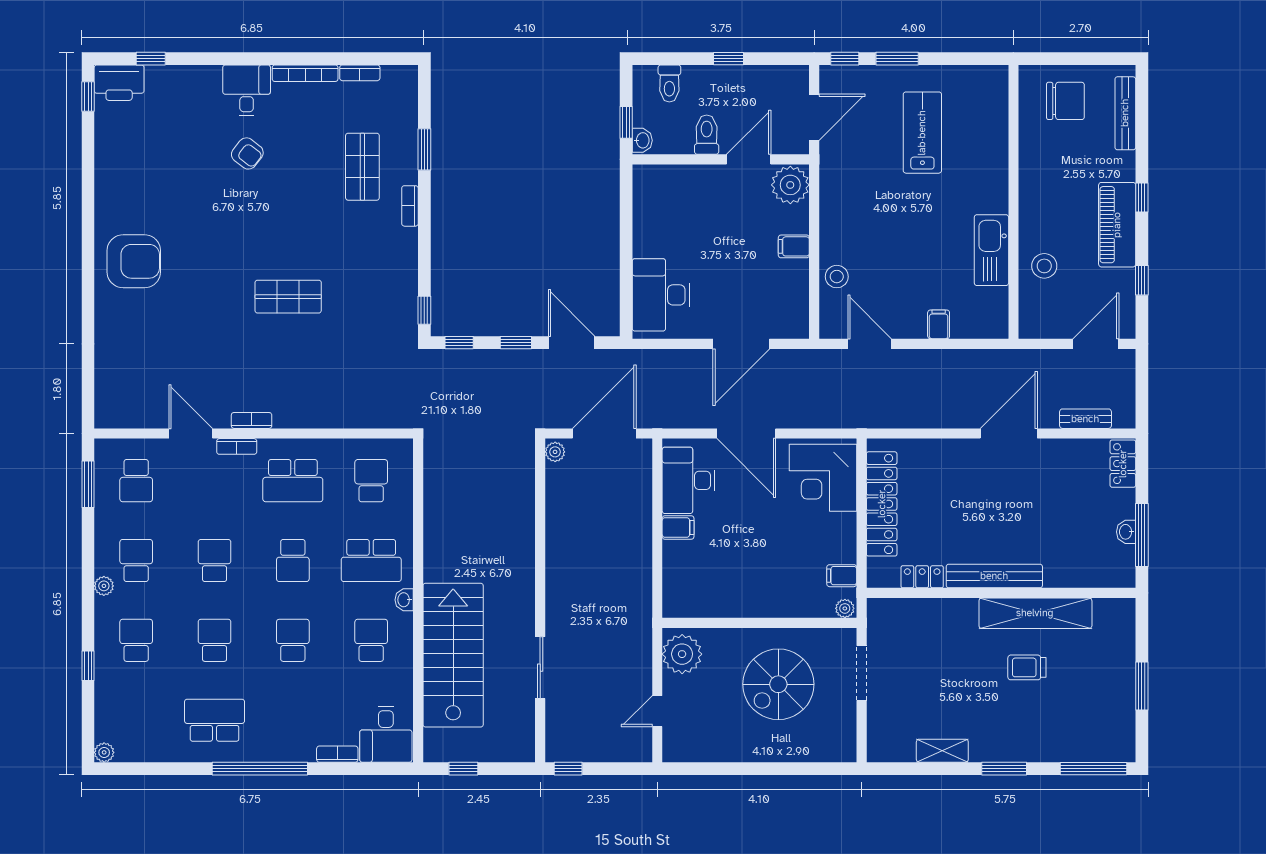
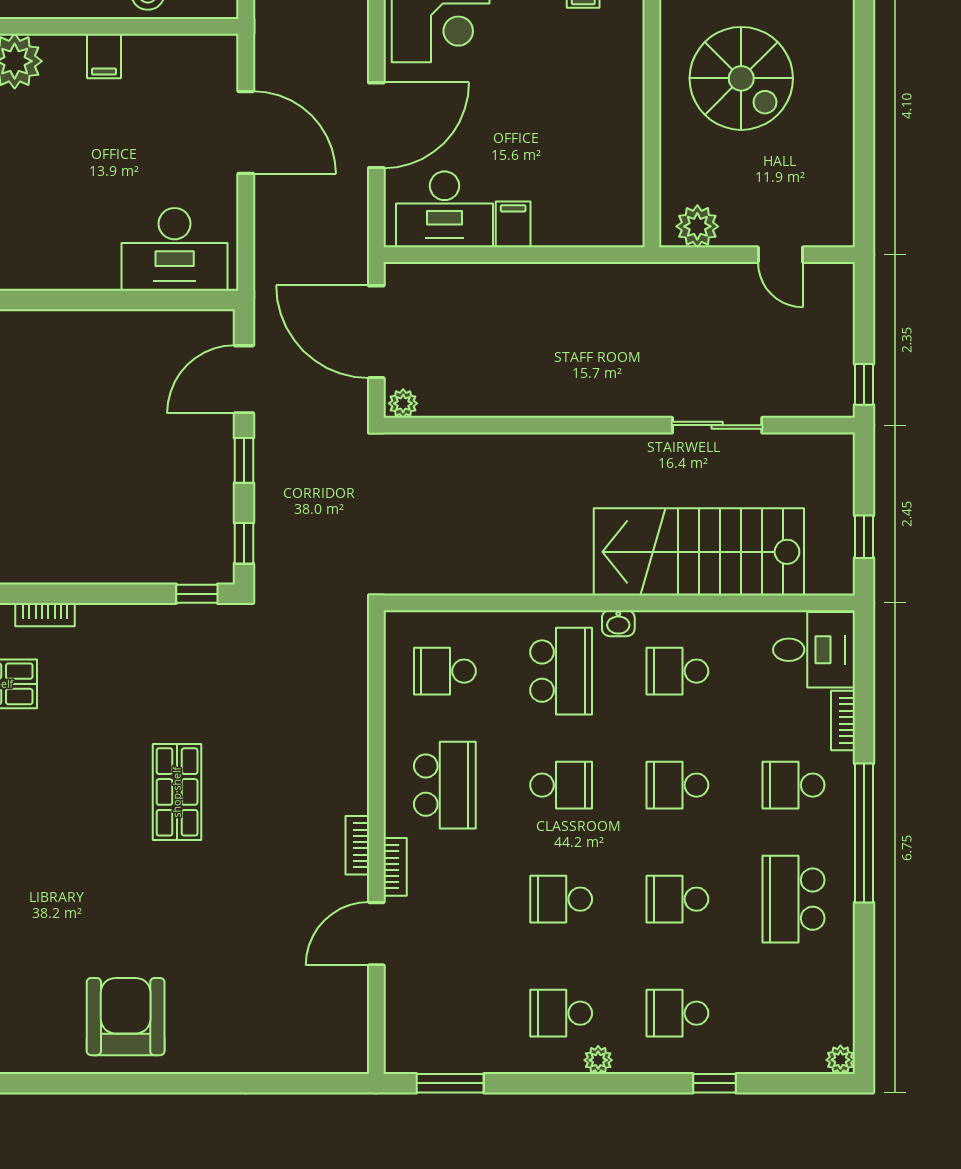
school desk: (136, 481) -> (794, 785), moved, turned 180
plant: (682, 654) -> (697, 226), width x0.73, depth x0.73

